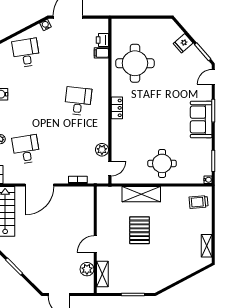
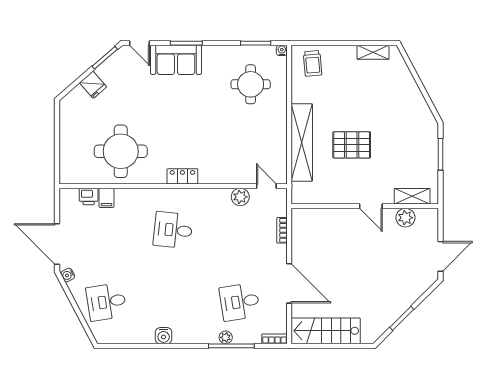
sofa: (201, 120) -> (176, 60), moved
round table: (162, 163) -> (251, 84), moved
shelving: (141, 194) -> (302, 143), width x1.47

